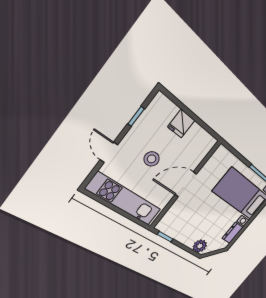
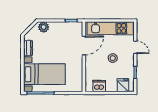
fridge: (181, 124) -> (123, 85), moved
dishwasher: (197, 135) -> (99, 86), added
door: (186, 184) -> (84, 45), moved

